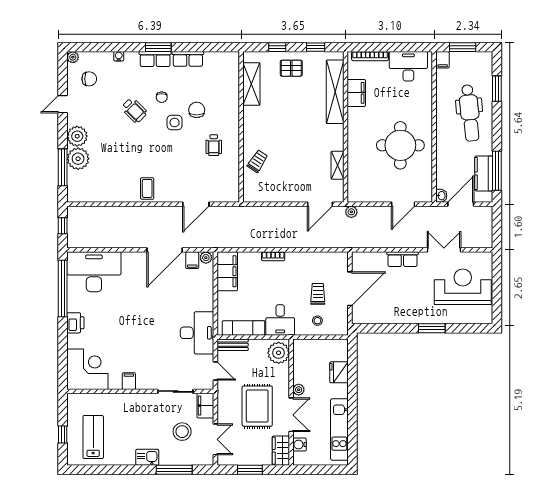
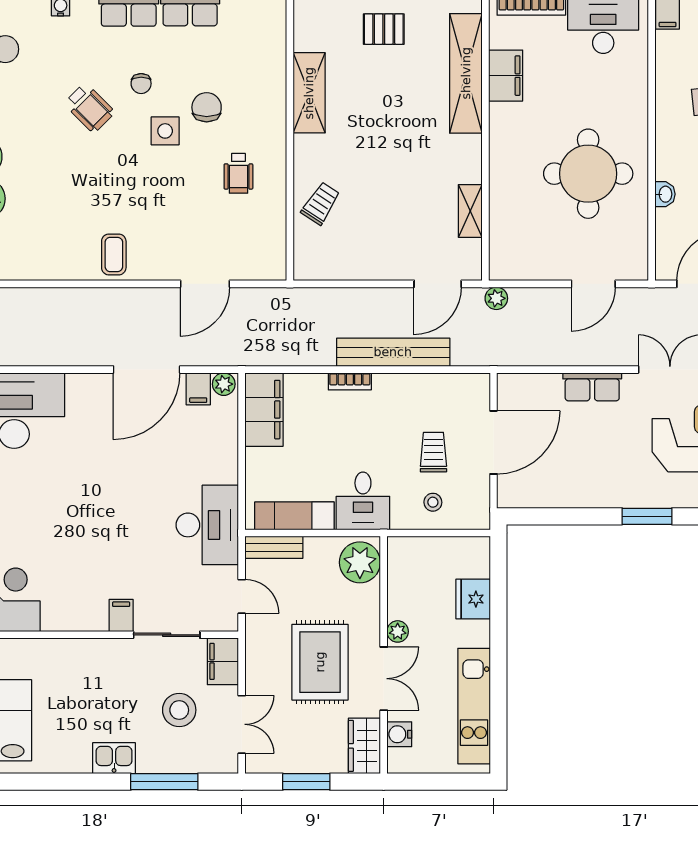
shelving: (251, 84) -> (309, 93), moved
washbasin: (441, 196) -> (665, 194), moved
bench: (296, 241) -> (393, 352), added
filing cabinet: (129, 381) -> (121, 615), moved

